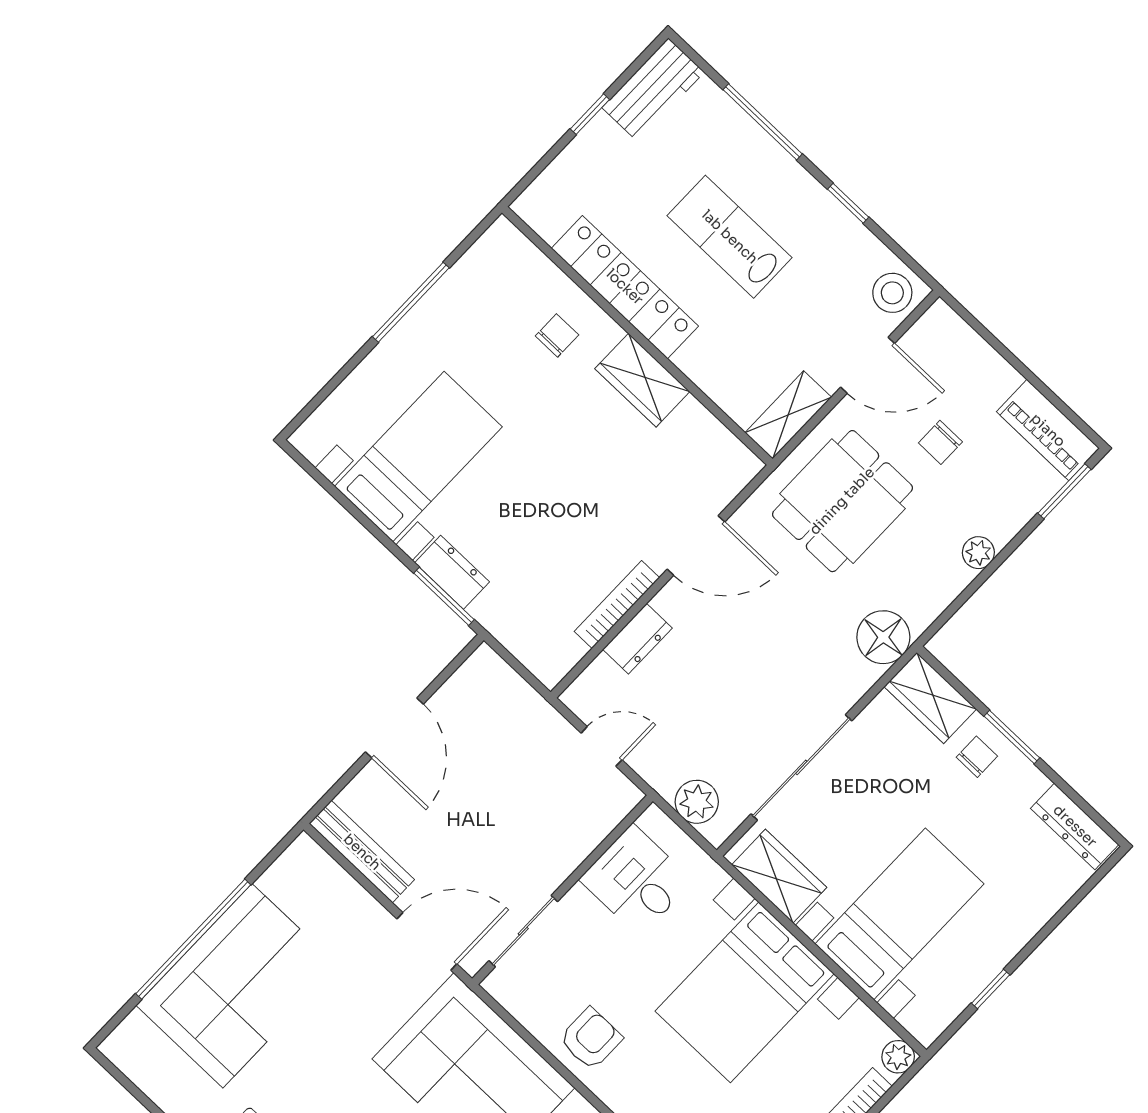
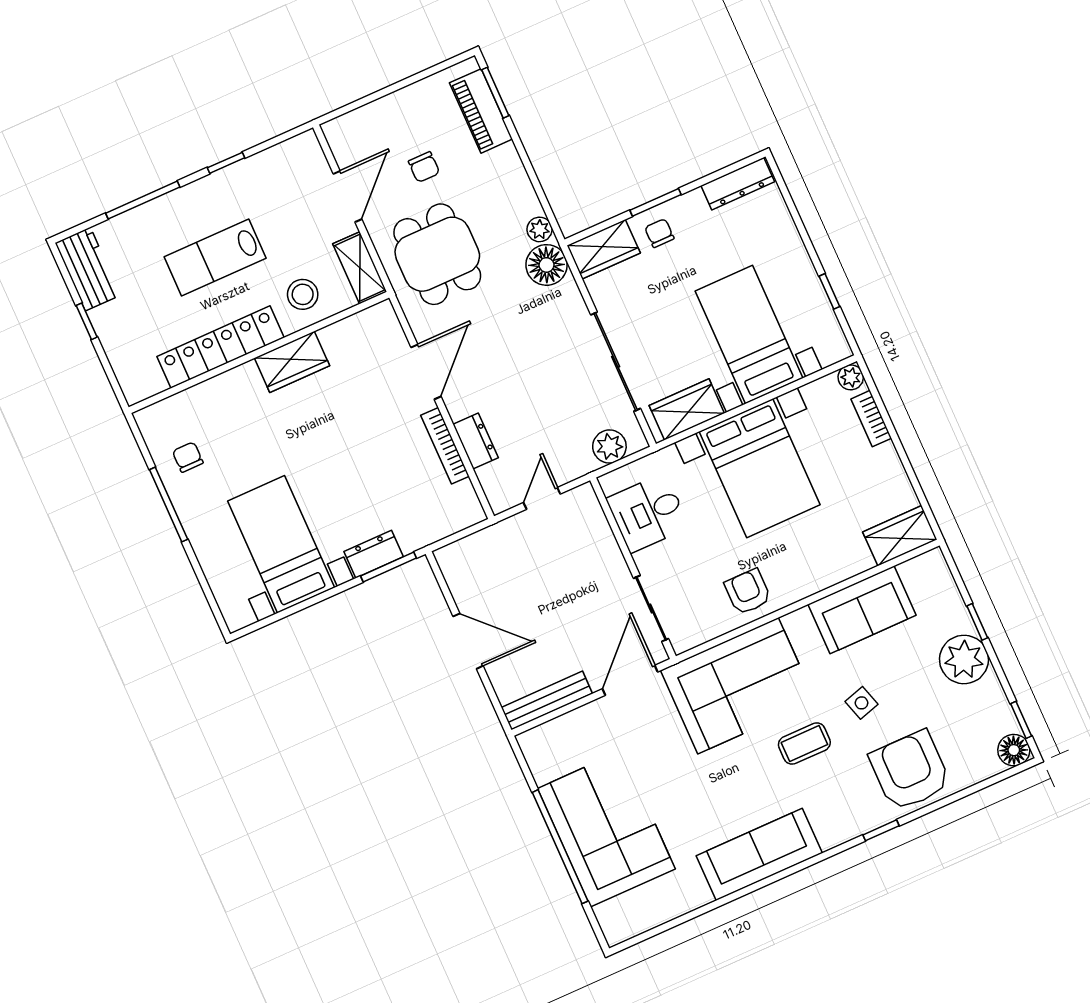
stool: (892, 293) -> (303, 294), moved
chair: (557, 335) -> (188, 457), moved
piano: (1048, 430) -> (481, 111), moved, turned 90
plant: (978, 553) -> (539, 229), moved

